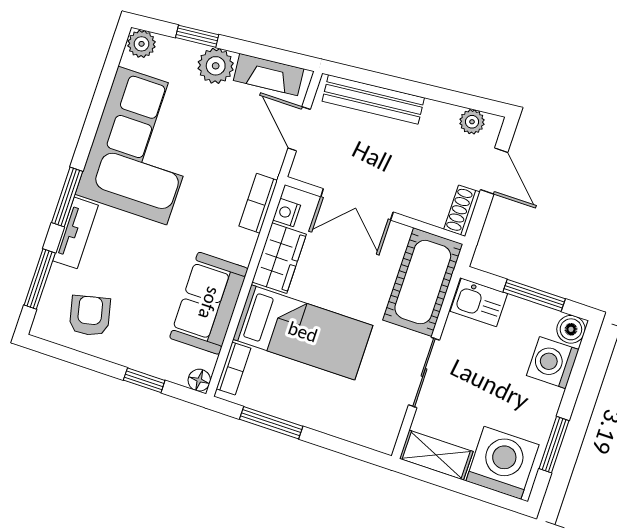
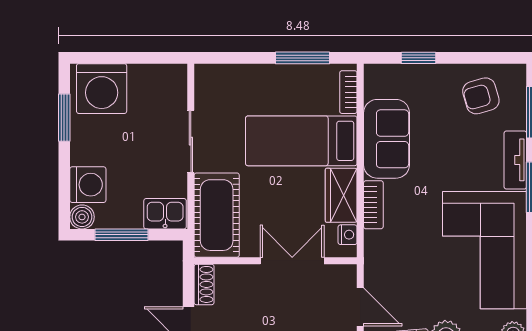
bookcase: (258, 203) -> (373, 205), moved
armchair: (90, 316) -> (481, 96), turned 87
floor lamp: (199, 380) -> (373, 73), removed
shelving: (436, 455) -> (158, 77), removed

